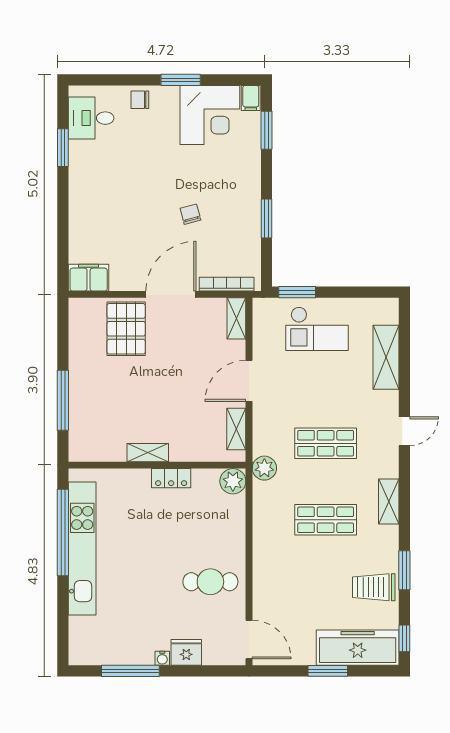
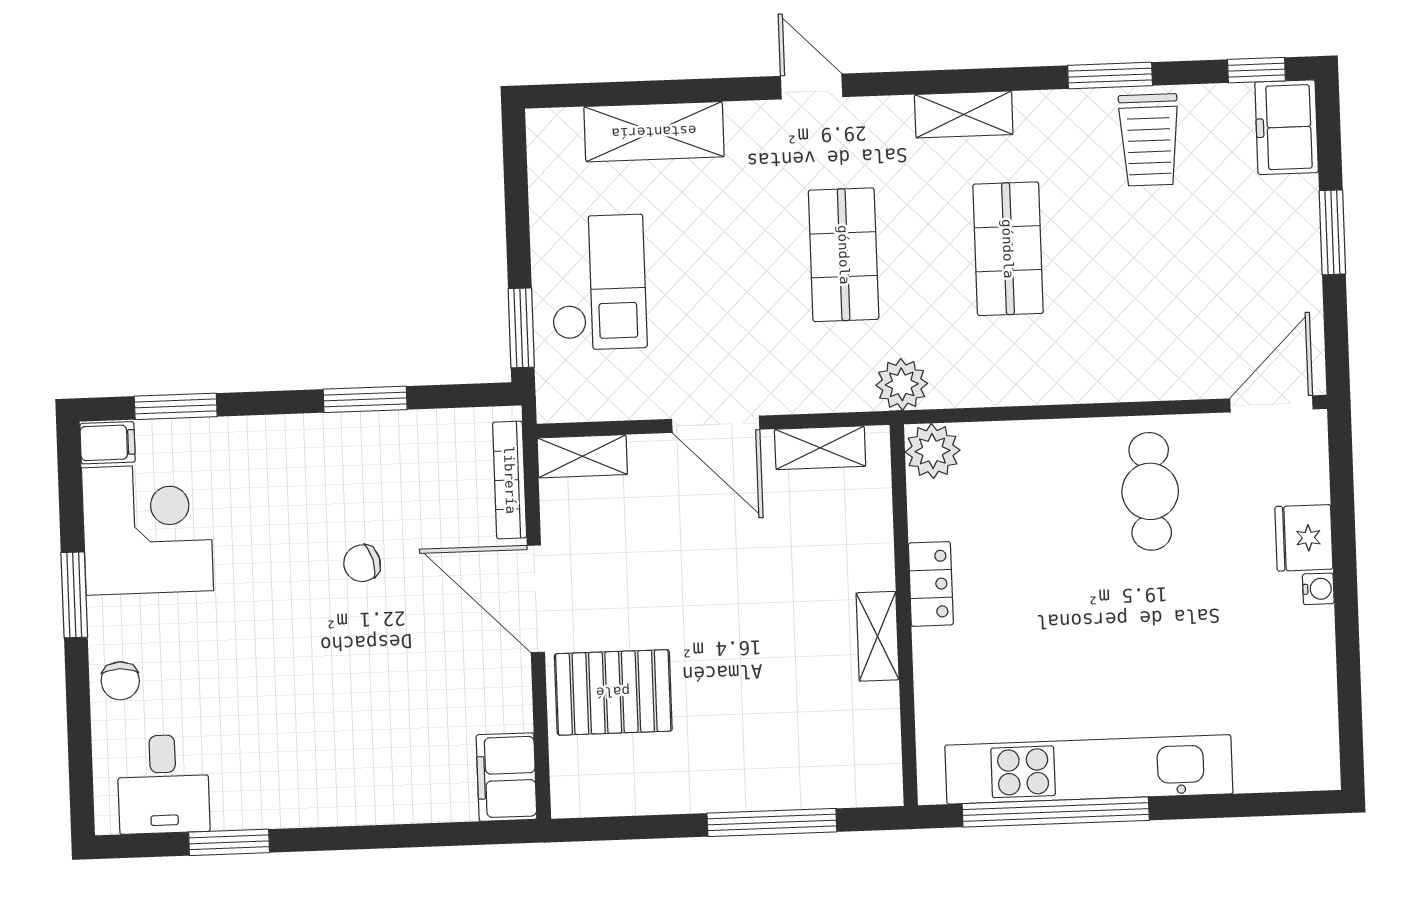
freezer: (358, 648) -> (1287, 127), width x0.52, depth x0.79
window: (130, 671) -> (1348, 656), removed

